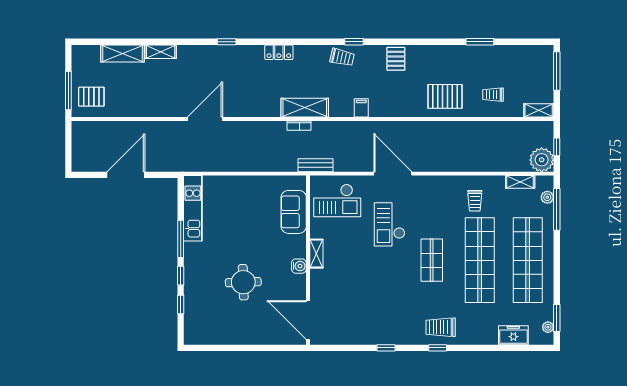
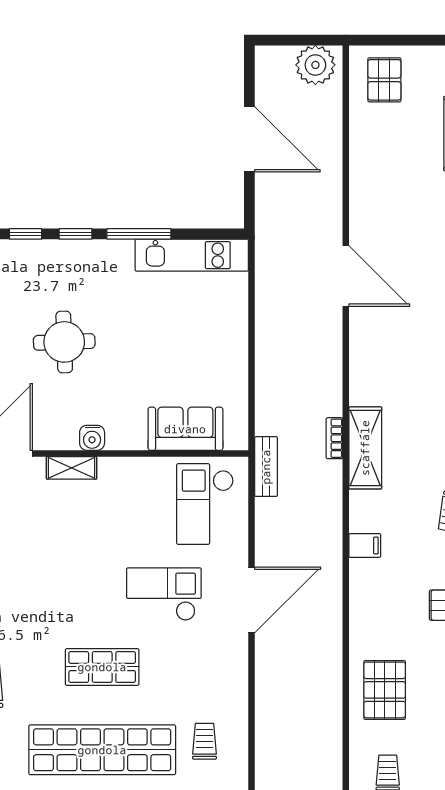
window: (68, 91) -> (395, 40), removed
plant: (83, 137) -> (315, 65), added
trolley: (475, 201) -> (205, 741), turned 90
shelving: (316, 254) -> (72, 468), moved

